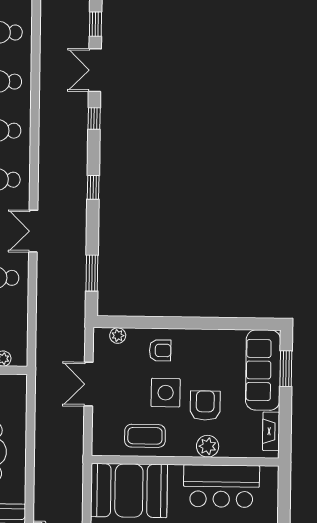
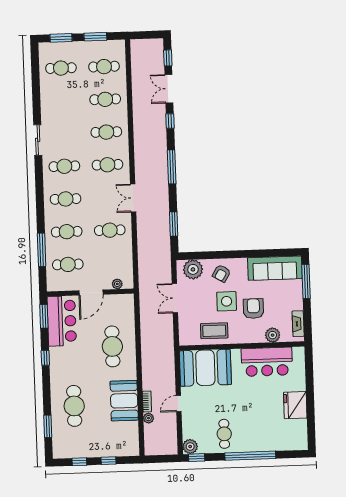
window: (93, 187) -> (172, 167), width x2.17
plant: (118, 336) -> (193, 269), width x1.88, depth x1.88
armchair: (160, 350) -> (222, 273), turned 121
window: (286, 369) -> (306, 281), width x1.44
sofa: (263, 370) -> (275, 268), moved, turned -90
plant: (208, 446) -> (273, 335), moved

